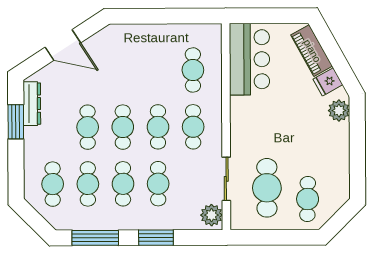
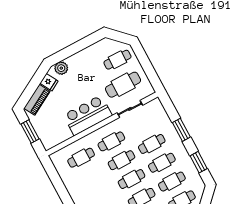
window: (271, 16) -> (30, 132), added
bar counter: (249, 59) -> (88, 115), moved
plant: (212, 215) -> (153, 107), removed
window: (95, 238) -> (199, 162), width x0.69

